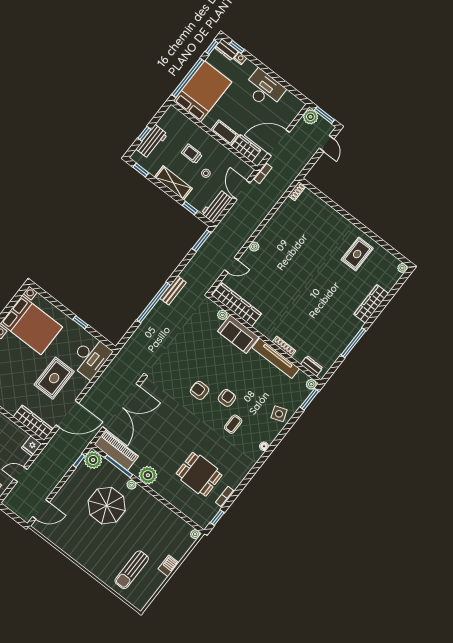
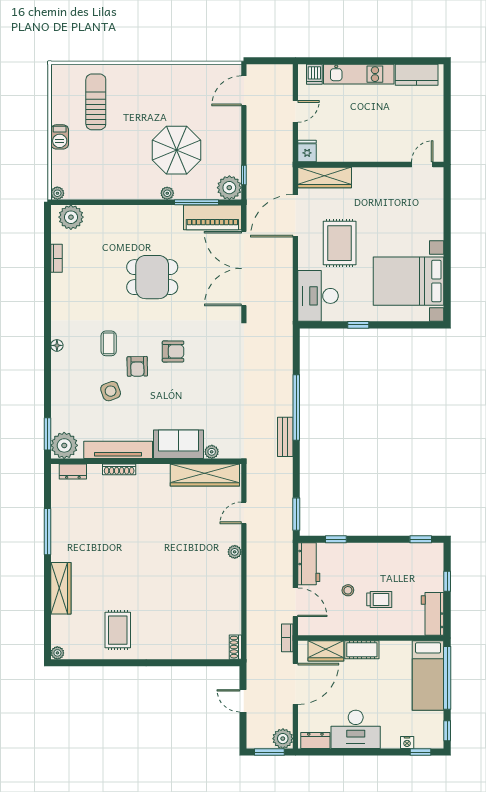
dresser: (226, 50) -> (315, 740), moved
bed: (202, 91) -> (428, 675), width x0.67
workbench: (152, 142) -> (433, 614), moved
door: (327, 144) -> (243, 701), moved
shelving: (173, 183) -> (375, 553), removed
plant: (311, 384) -> (64, 445), width x1.88, depth x1.88
side table: (279, 414) -> (111, 391), moved
dining table: (199, 474) -> (152, 277), moved
plant: (148, 475) -> (71, 217), moved
window: (217, 518) -> (48, 230), removed

